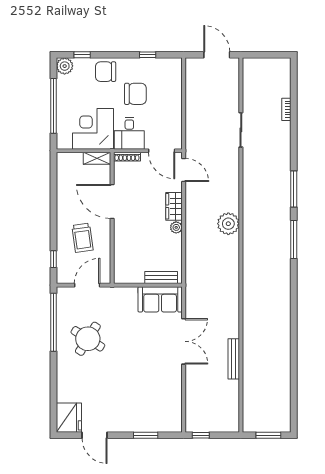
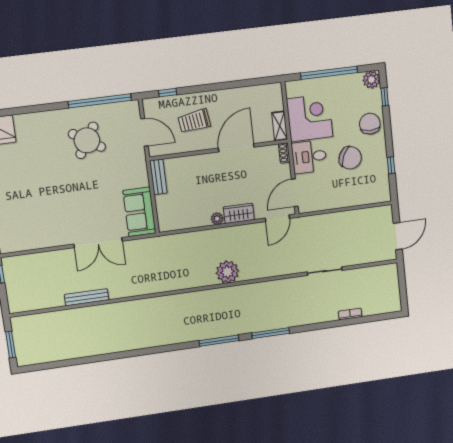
chair: (135, 94) -> (350, 158), turned -65
shoe rack: (127, 157) -> (284, 153), width x0.70
bench: (161, 278) -> (158, 177), moved

